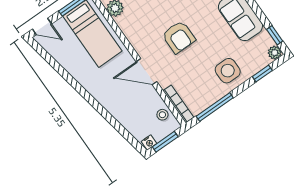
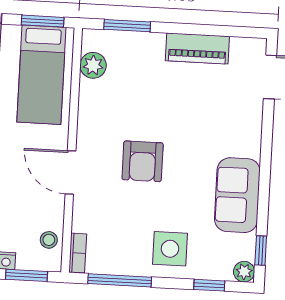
bookcase: (178, 104) -> (78, 253), width x0.64

